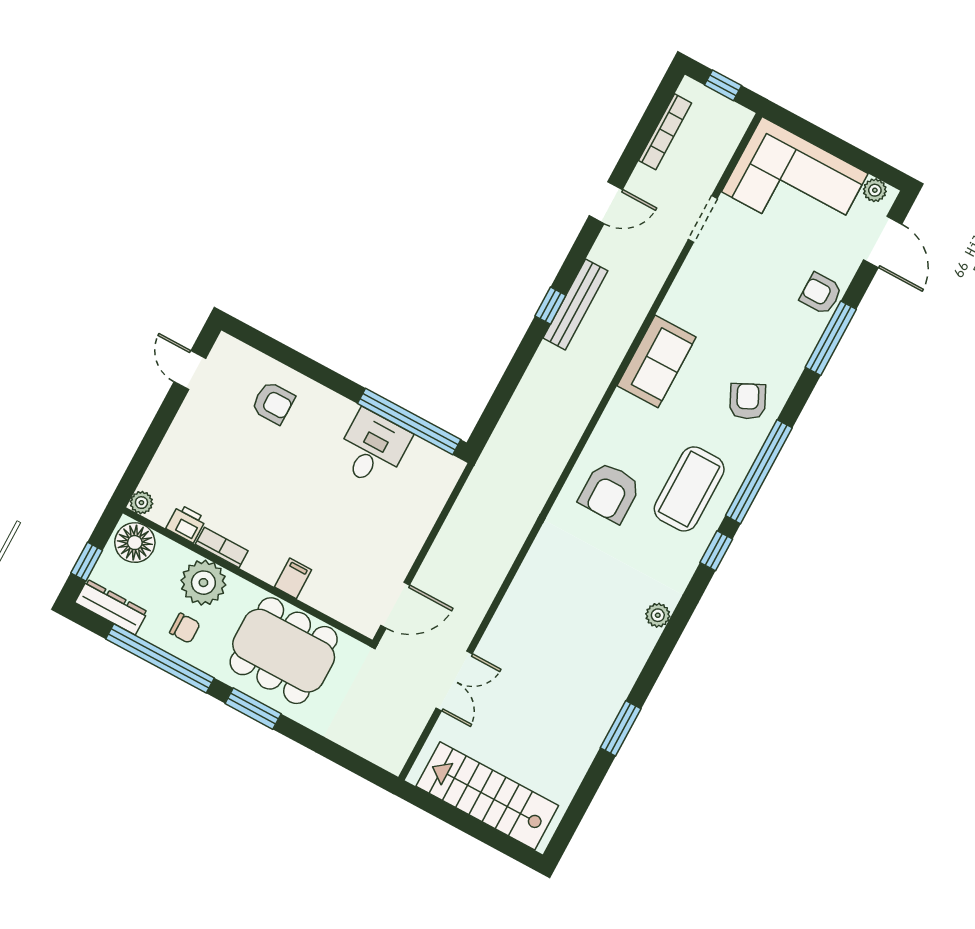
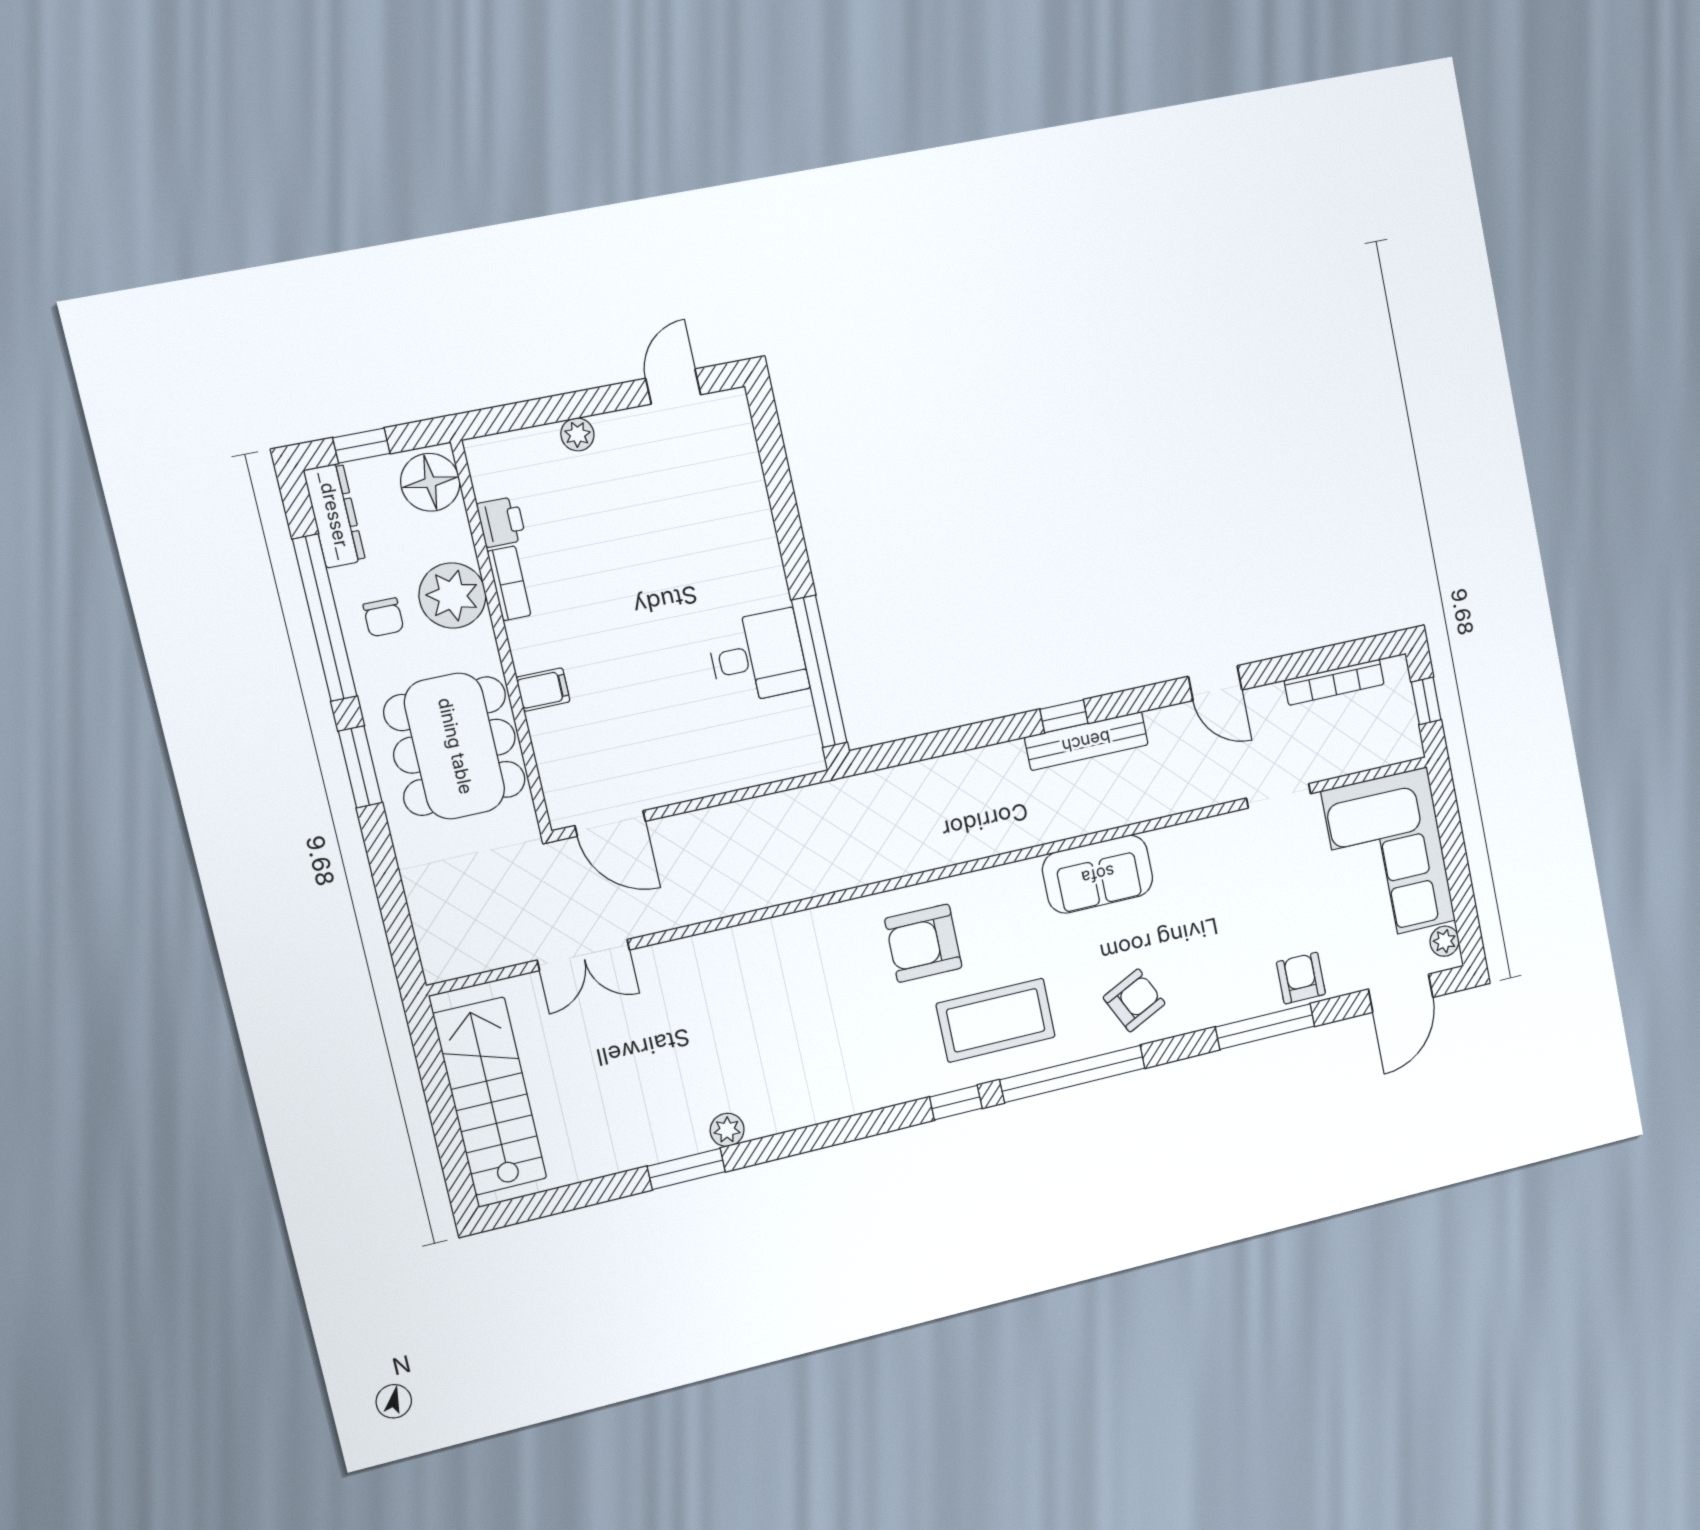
armchair: (273, 403) -> (715, 508), removed
plant: (141, 503) -> (577, 434), moved
plant: (658, 615) -> (727, 1130), moved

